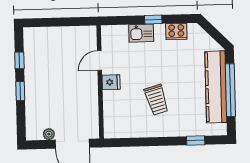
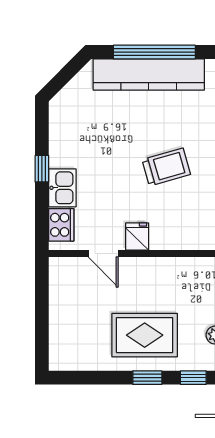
cooker: (176, 31) -> (61, 225), moved
window: (19, 60) -> (193, 378), moved
rug: (48, 89) -> (145, 335), added

